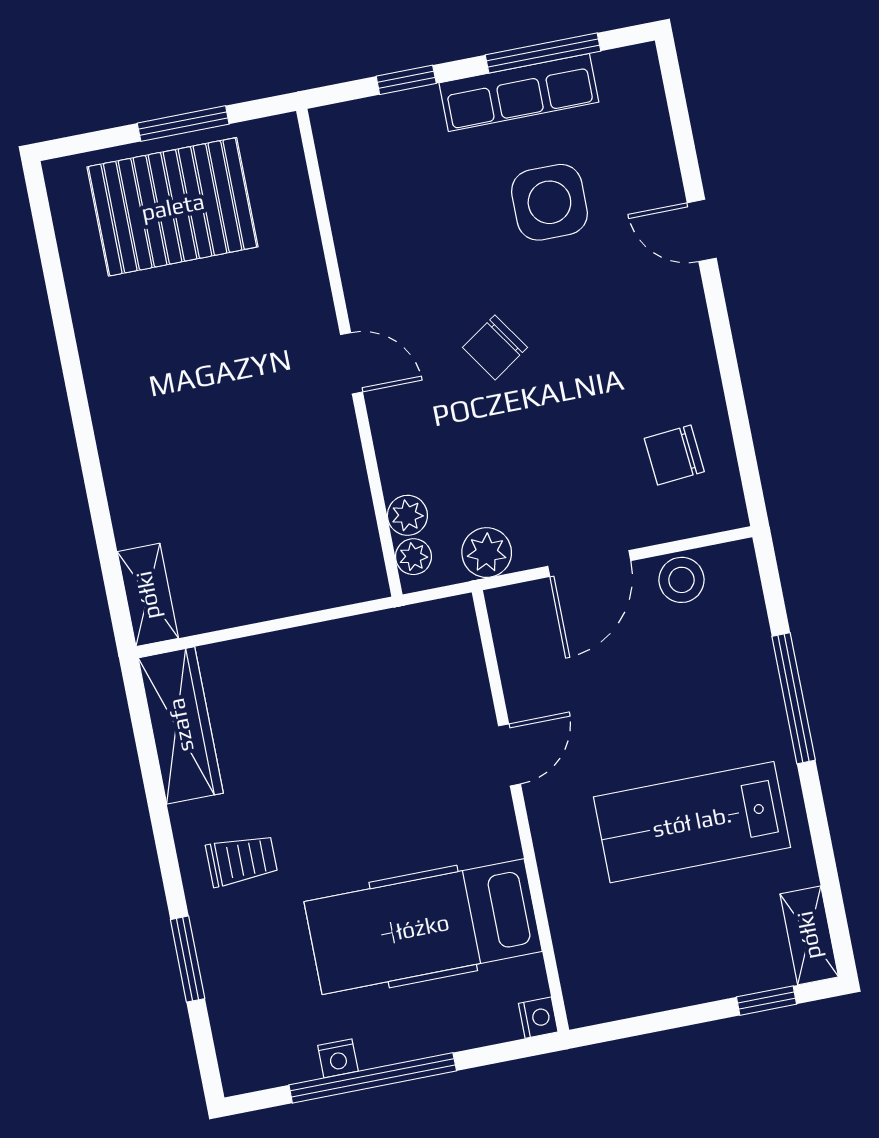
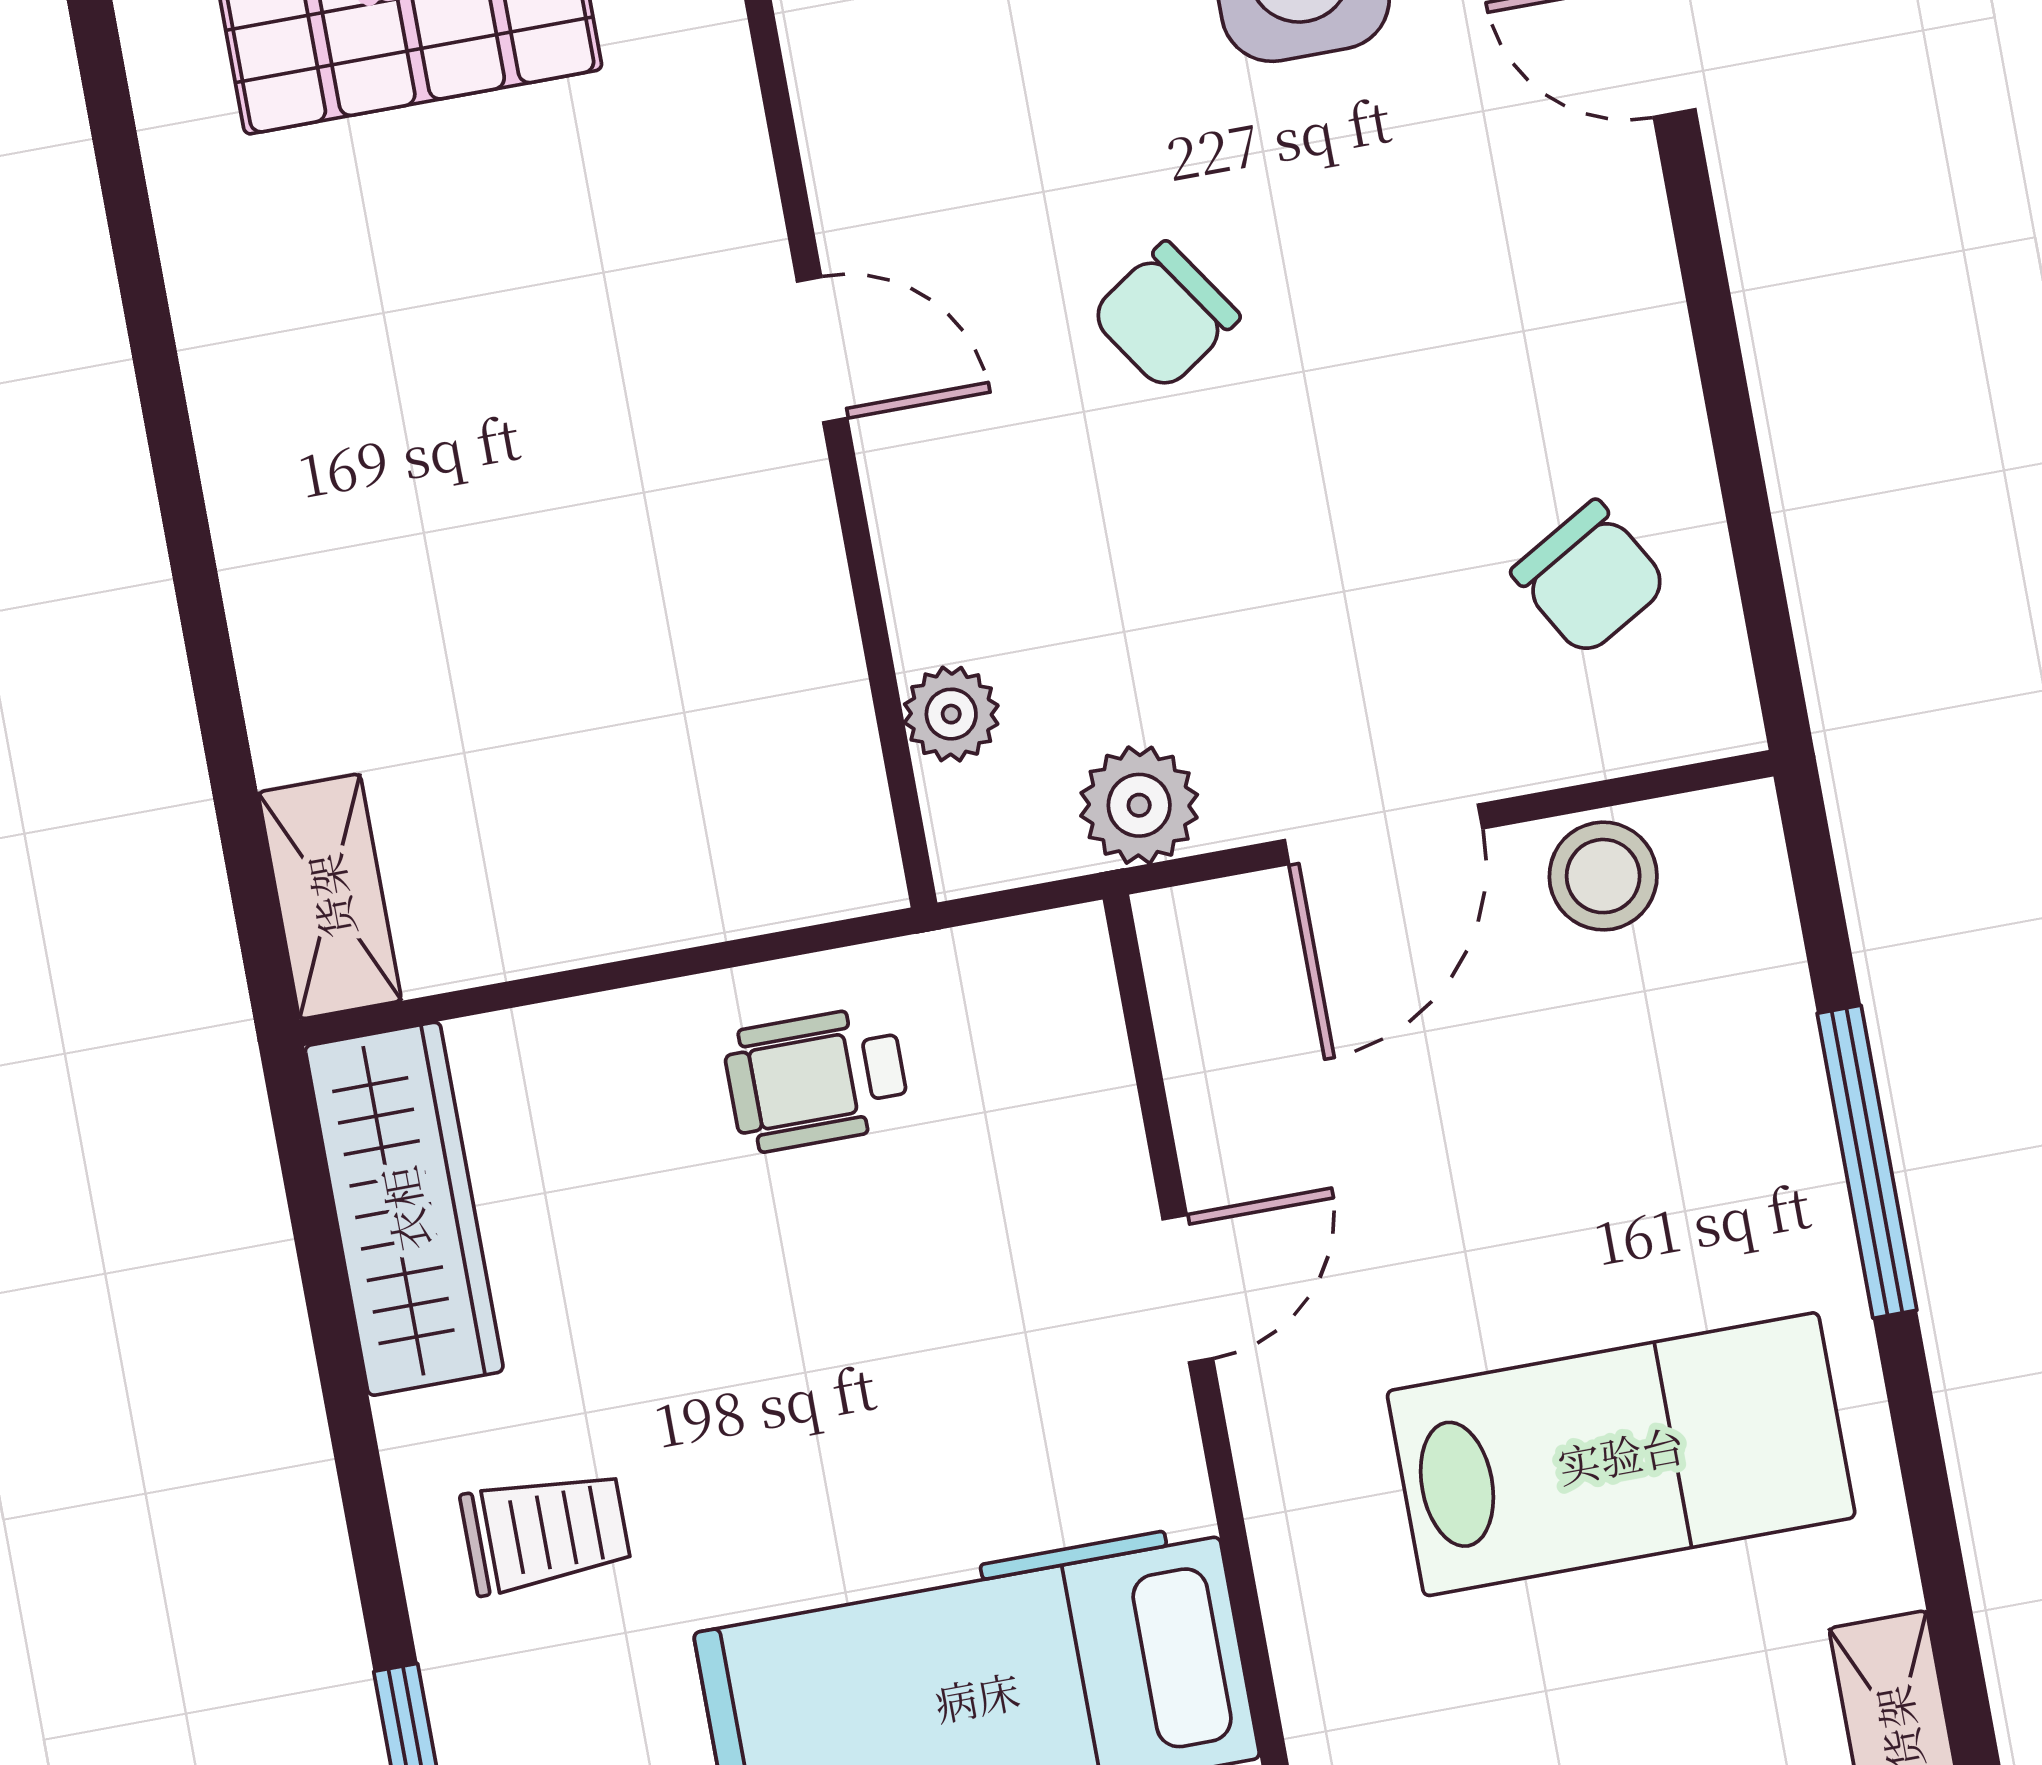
chair: (674, 455) -> (1590, 578), turned -115
plant: (413, 557) -> (964, 813), removed
wheelchair: (353, 669) -> (816, 1079), added
lab bench: (692, 822) -> (1621, 1454), turned 180

